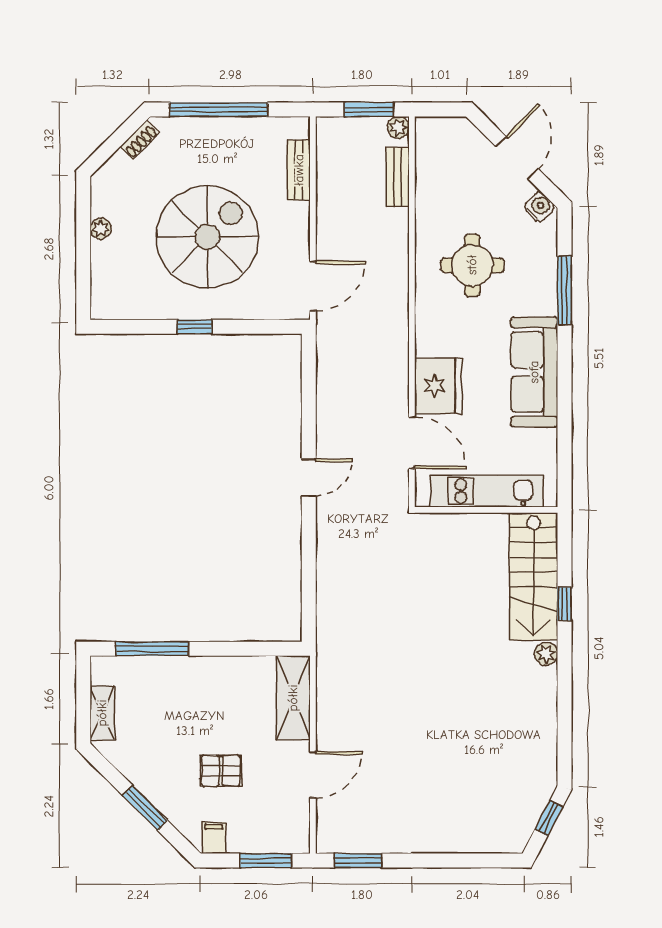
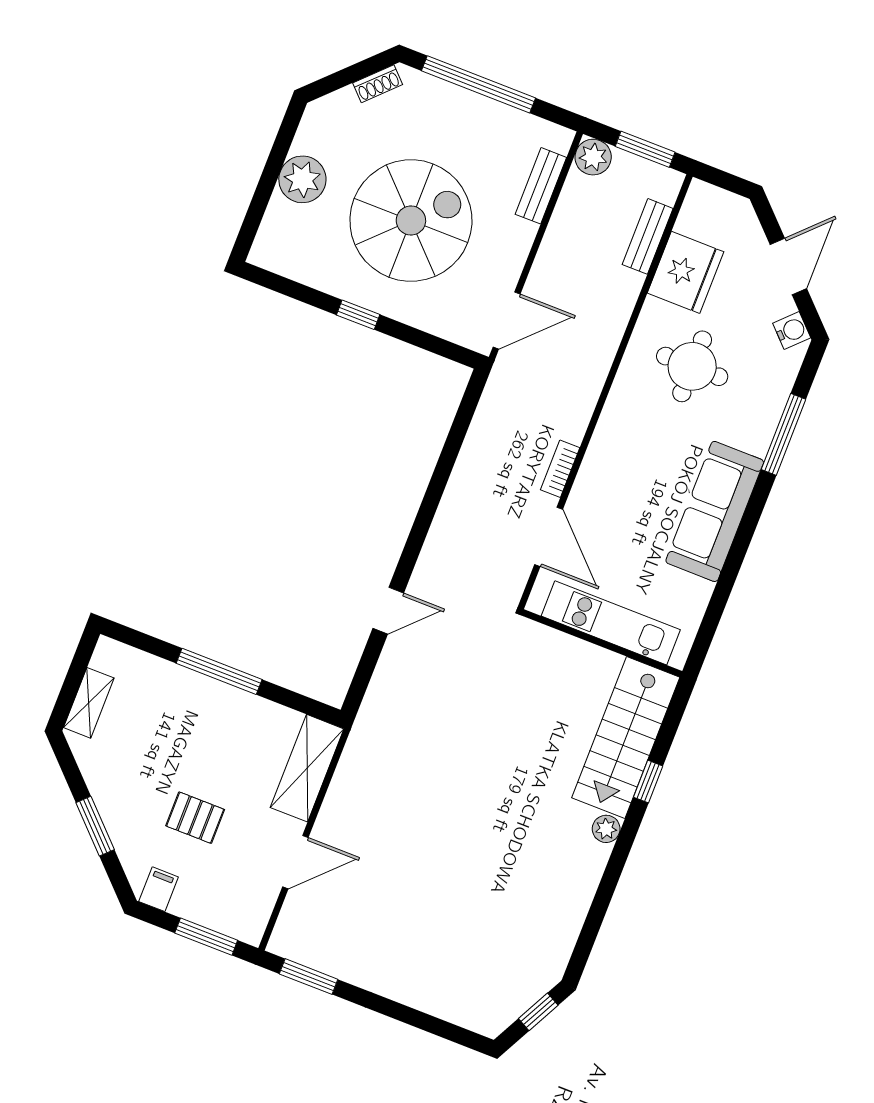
plant: (398, 127) -> (593, 157), moved, width x1.38, depth x1.38
plant: (101, 229) -> (302, 179), width x1.88, depth x1.88
bookcase: (400, 386) -> (560, 469), added
fridge: (438, 386) -> (685, 272), moved
door: (309, 478) -> (388, 611), moved
window: (152, 649) -> (219, 671), moved

